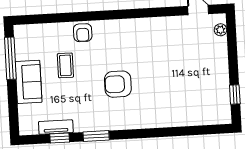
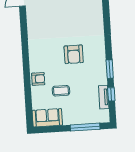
window: (10, 58) -> (85, 127), moved
sofa: (29, 82) -> (47, 118), moved

